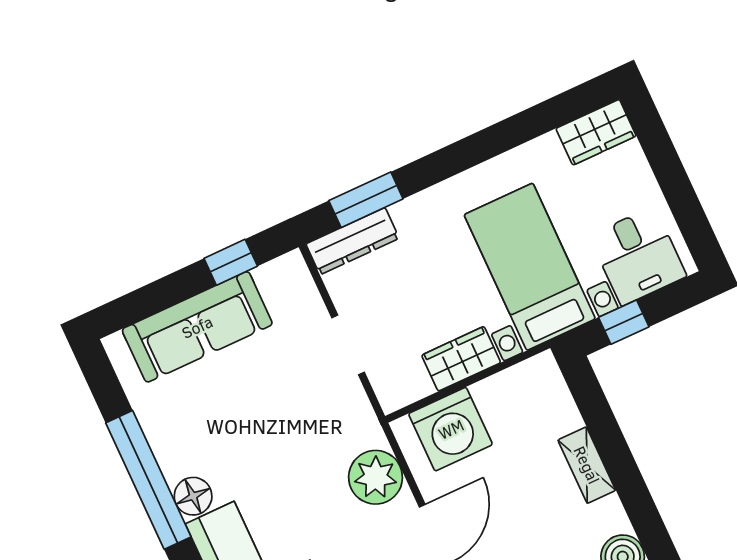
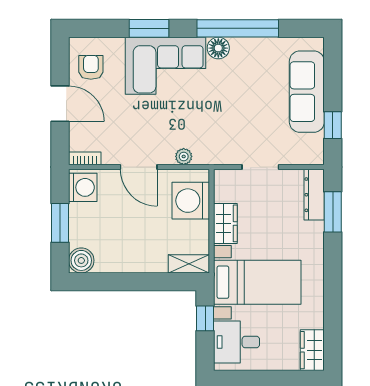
shelving: (587, 465) -> (189, 264), moved
plant: (376, 477) -> (184, 156), width x0.53, depth x0.53

